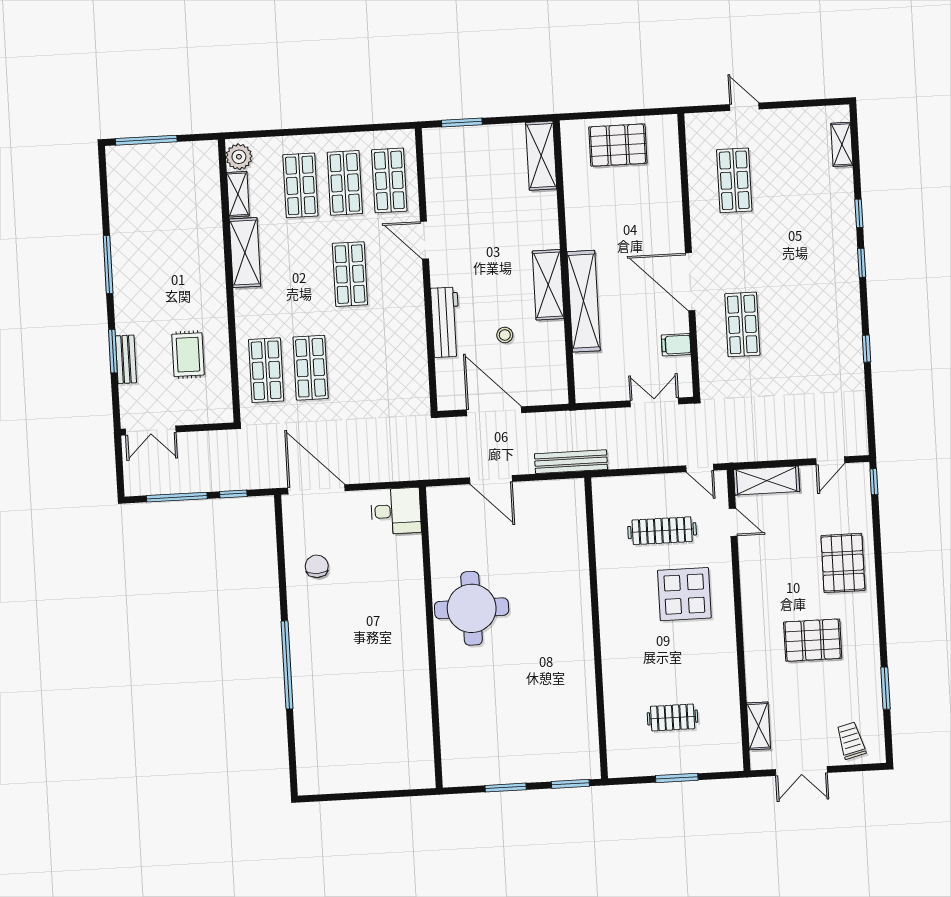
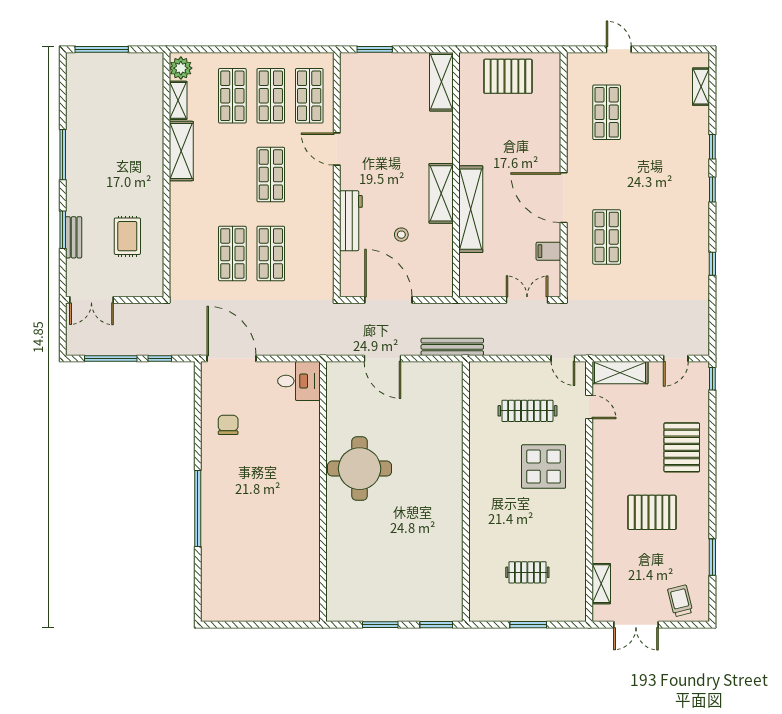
shop shelf: (266, 370) -> (271, 253), moved

